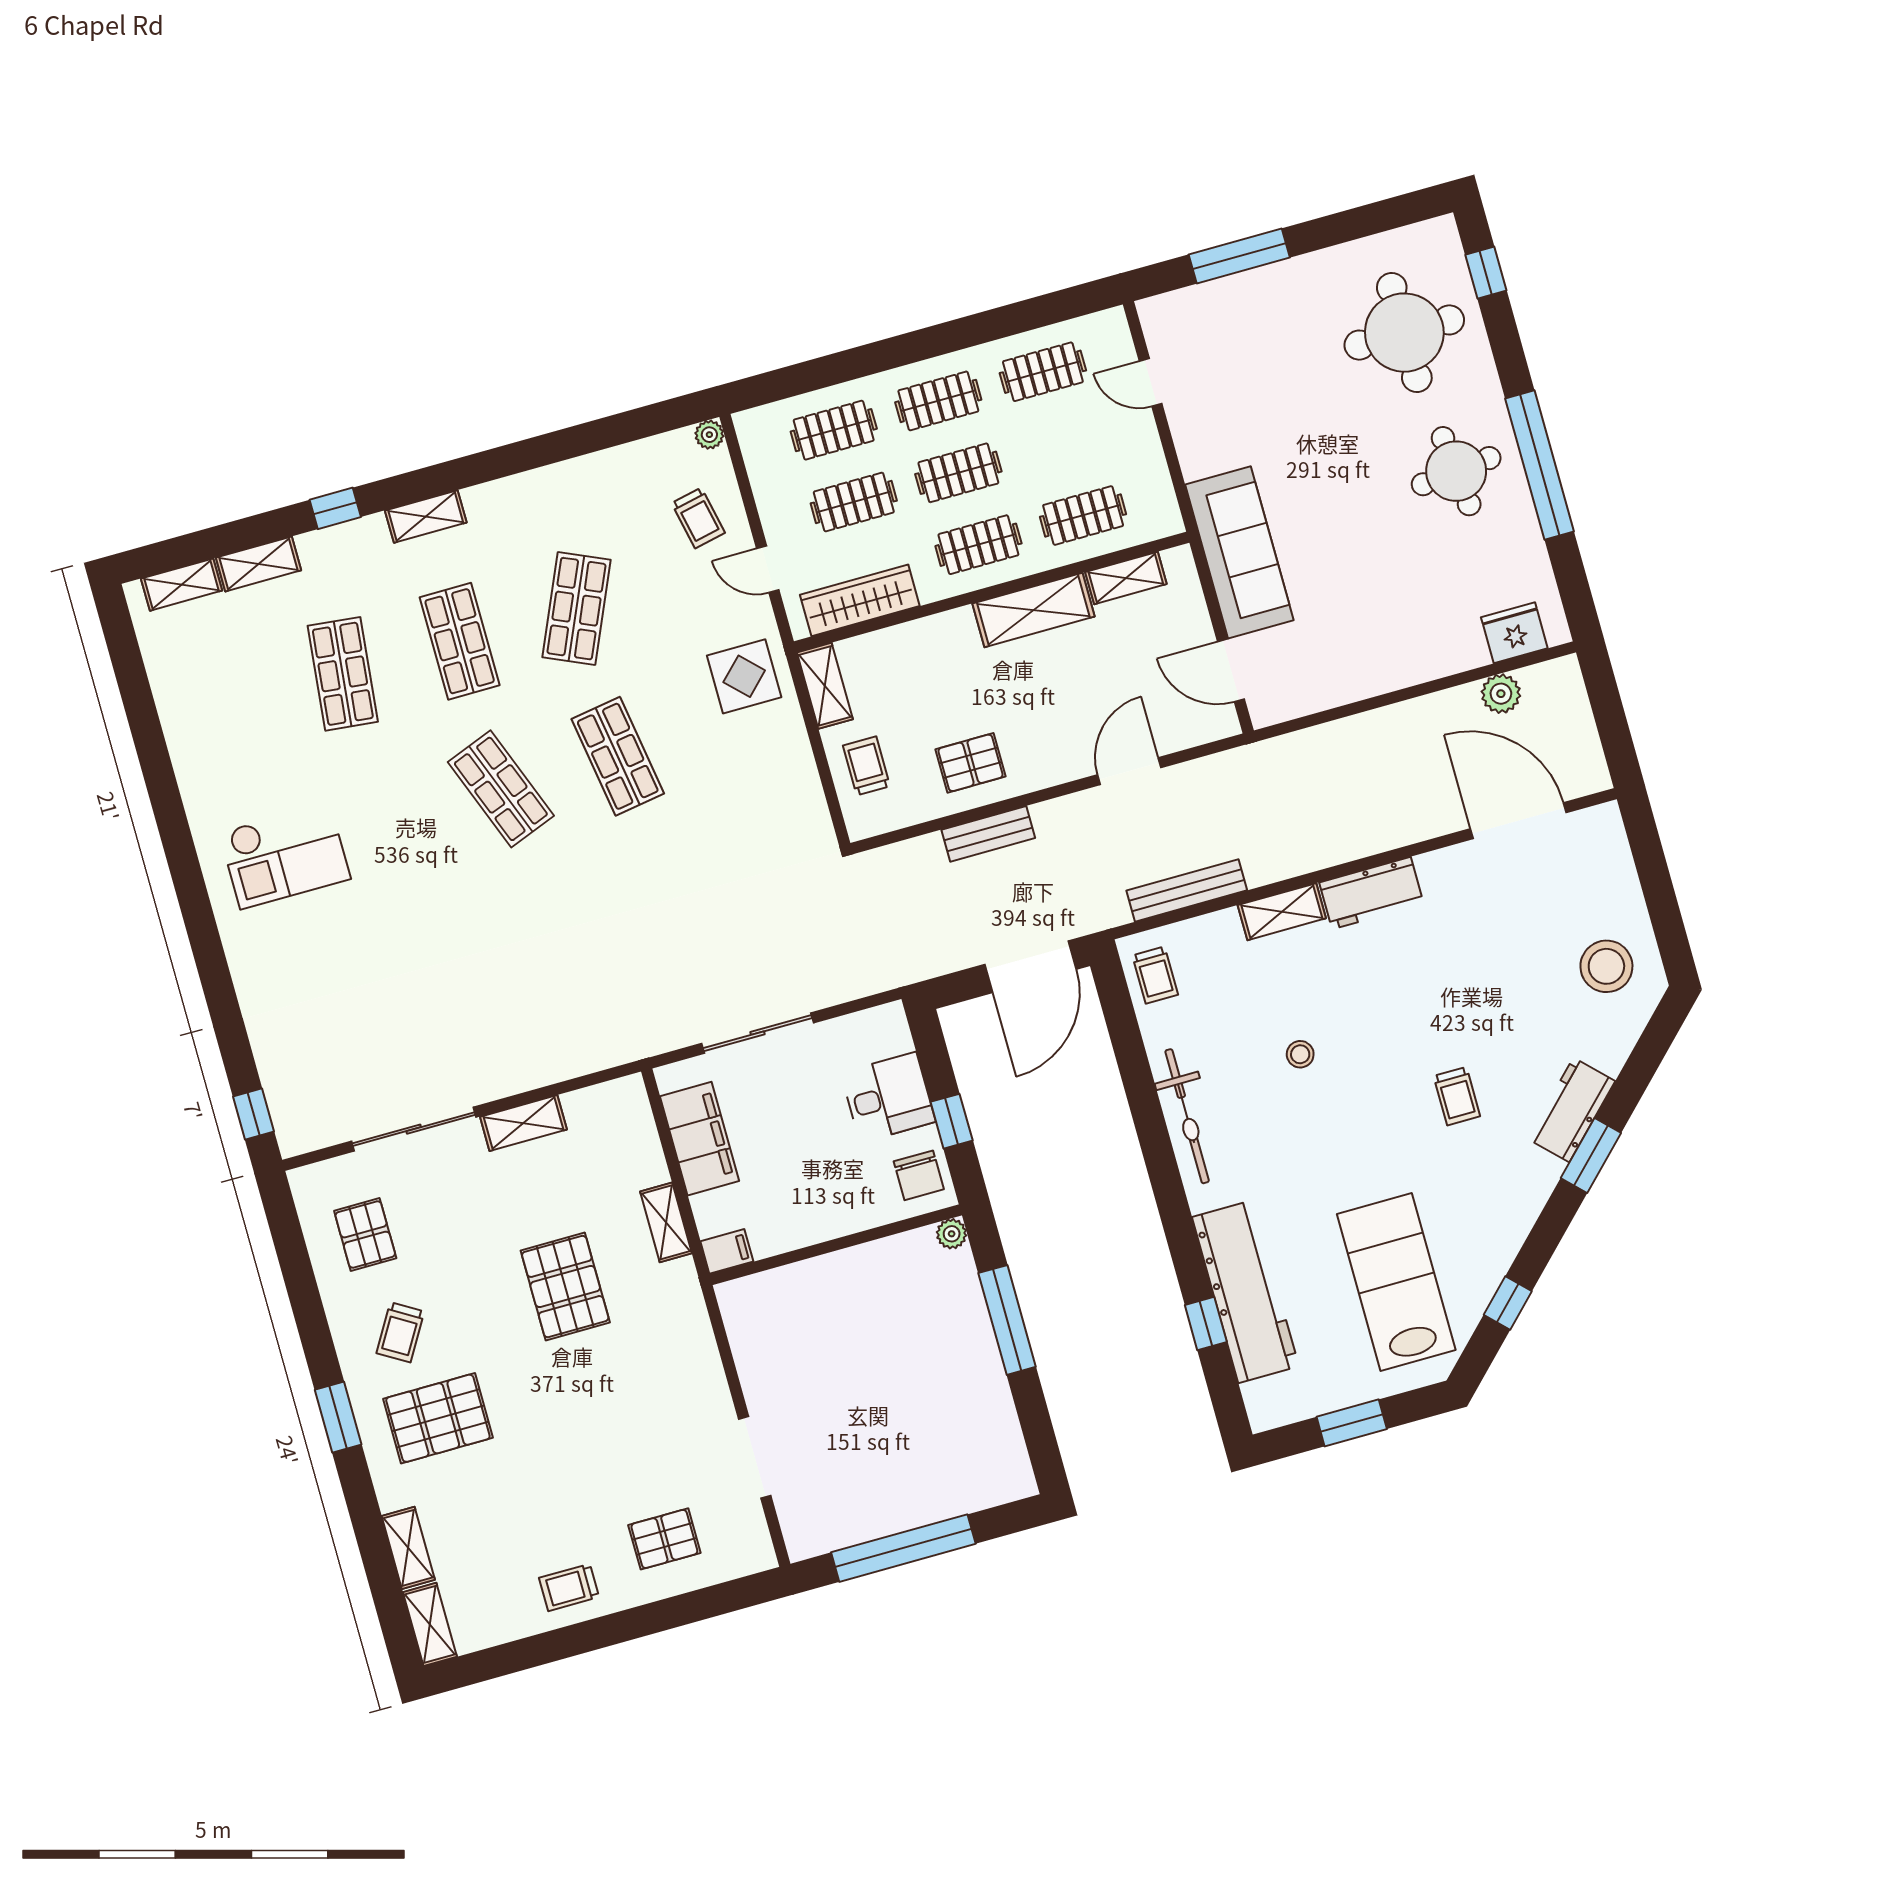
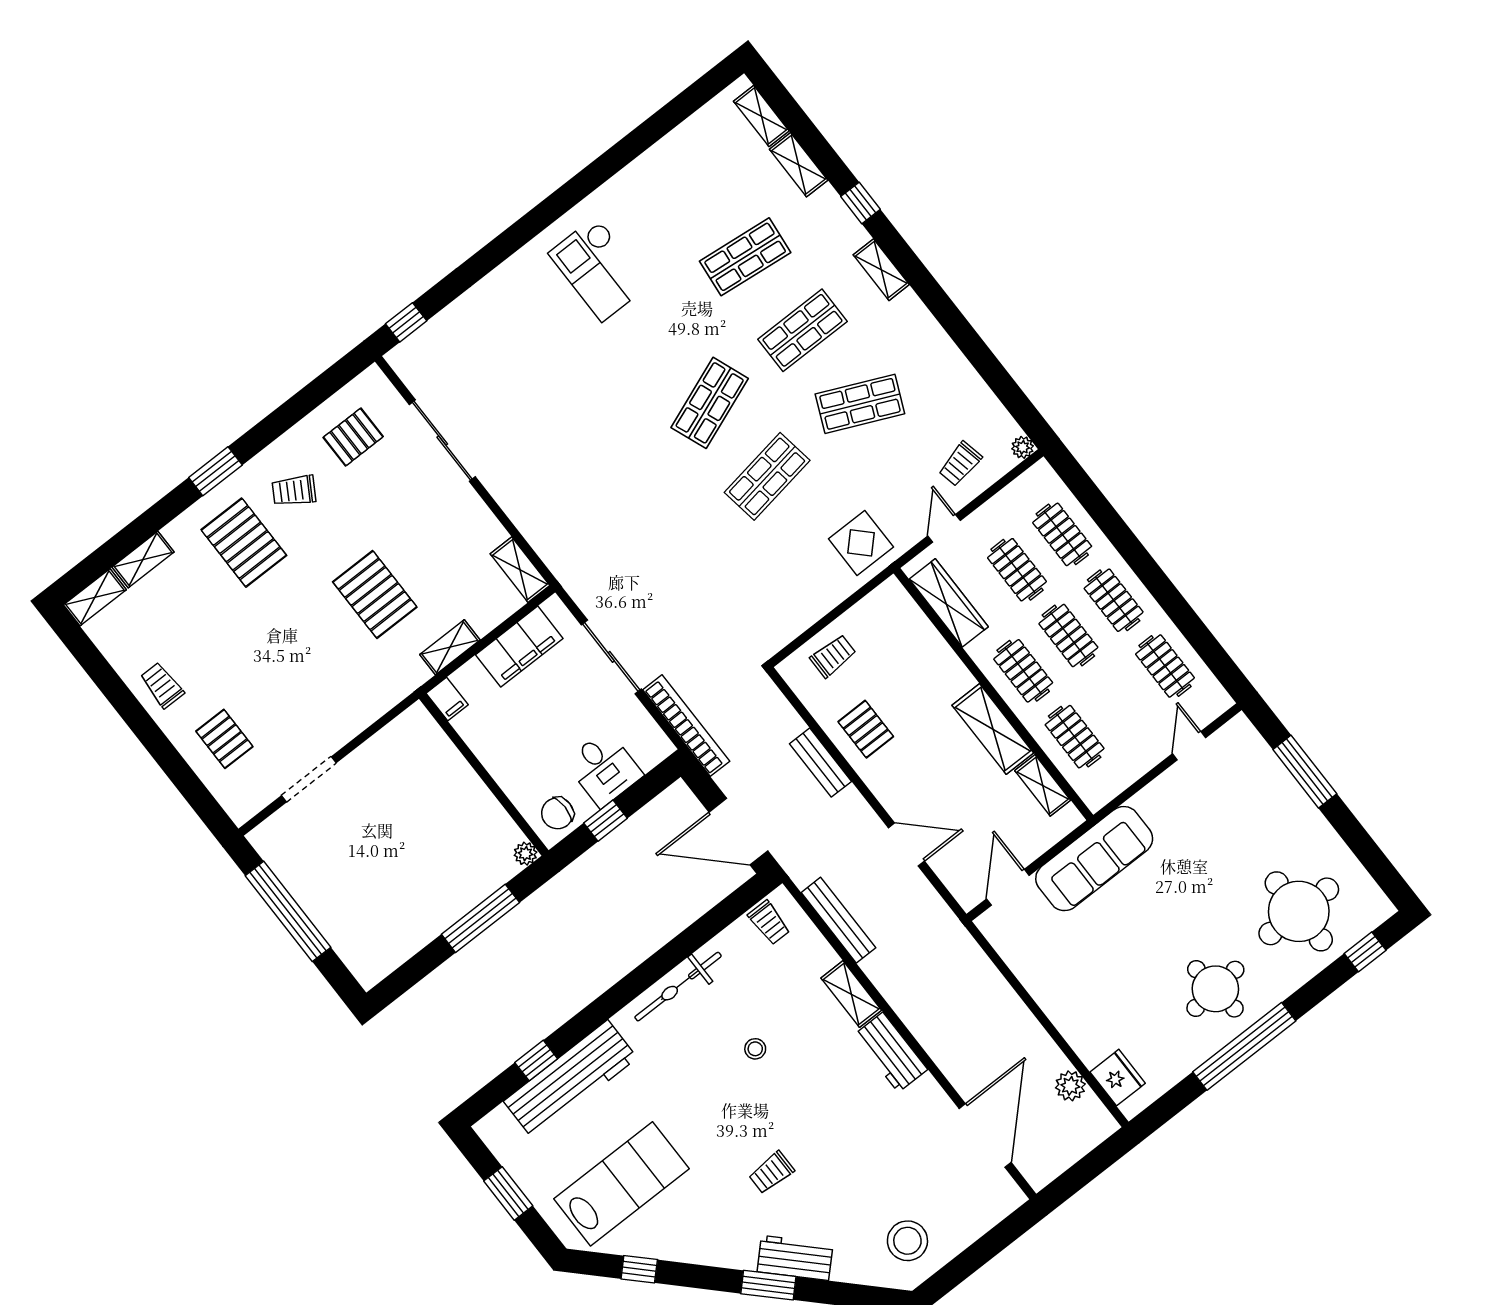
shelving: (825, 686) -> (878, 603), removed
trolley: (1155, 975) -> (769, 923), turned -90
bookcase: (877, 977) -> (686, 725), added
shelving: (523, 1123) -> (520, 570), moved
pallet: (565, 1287) -> (375, 594), turned 90

